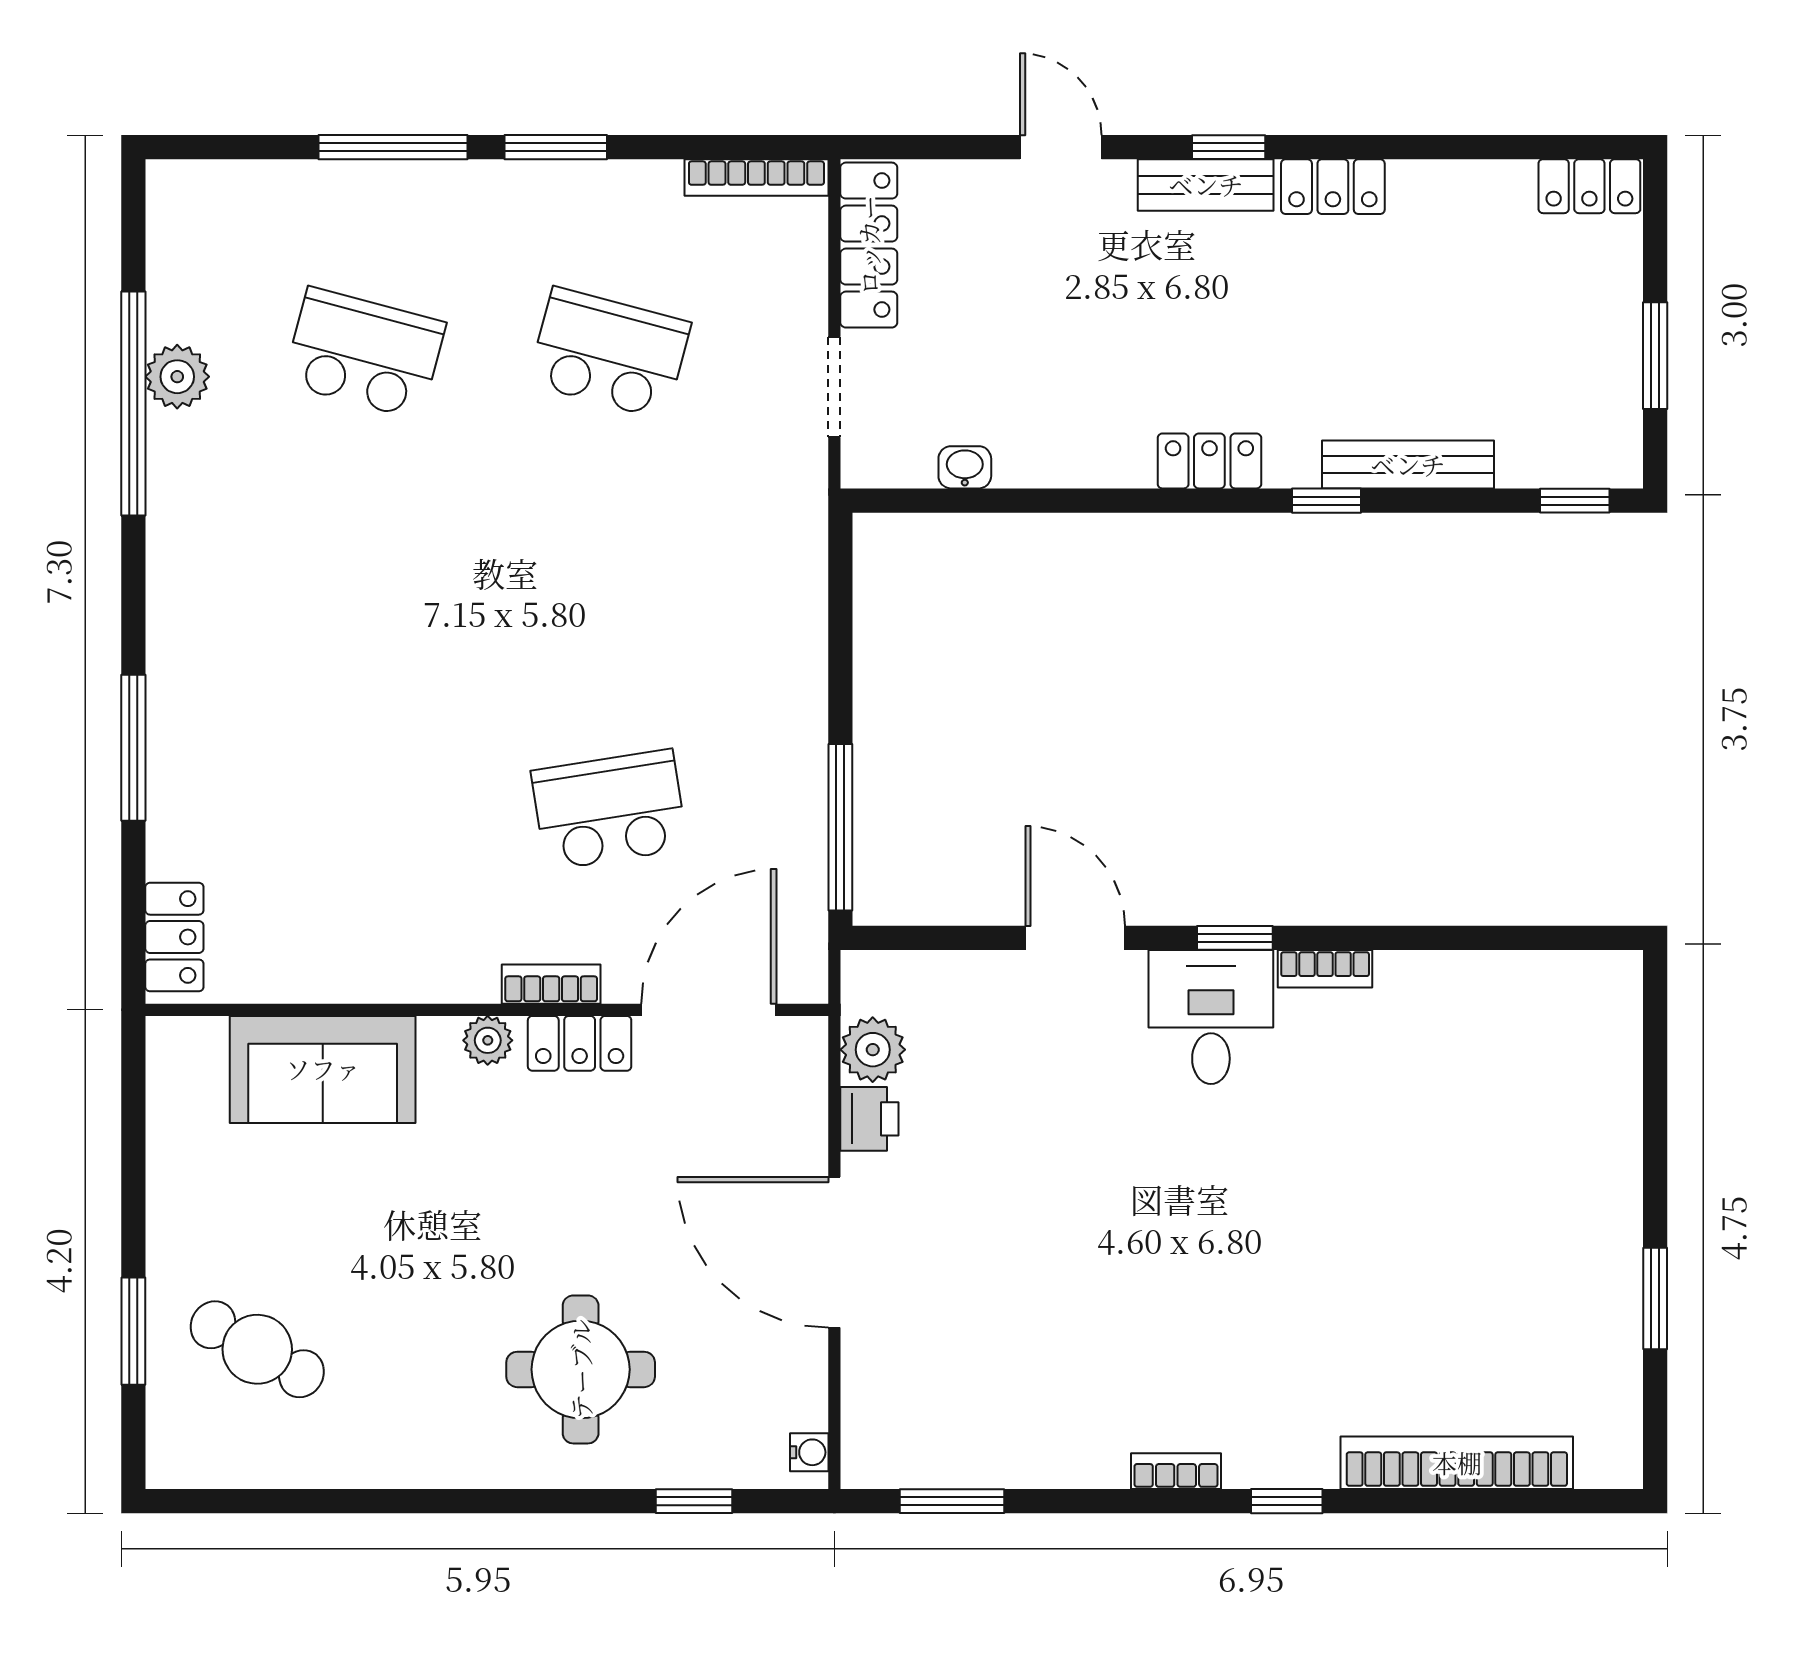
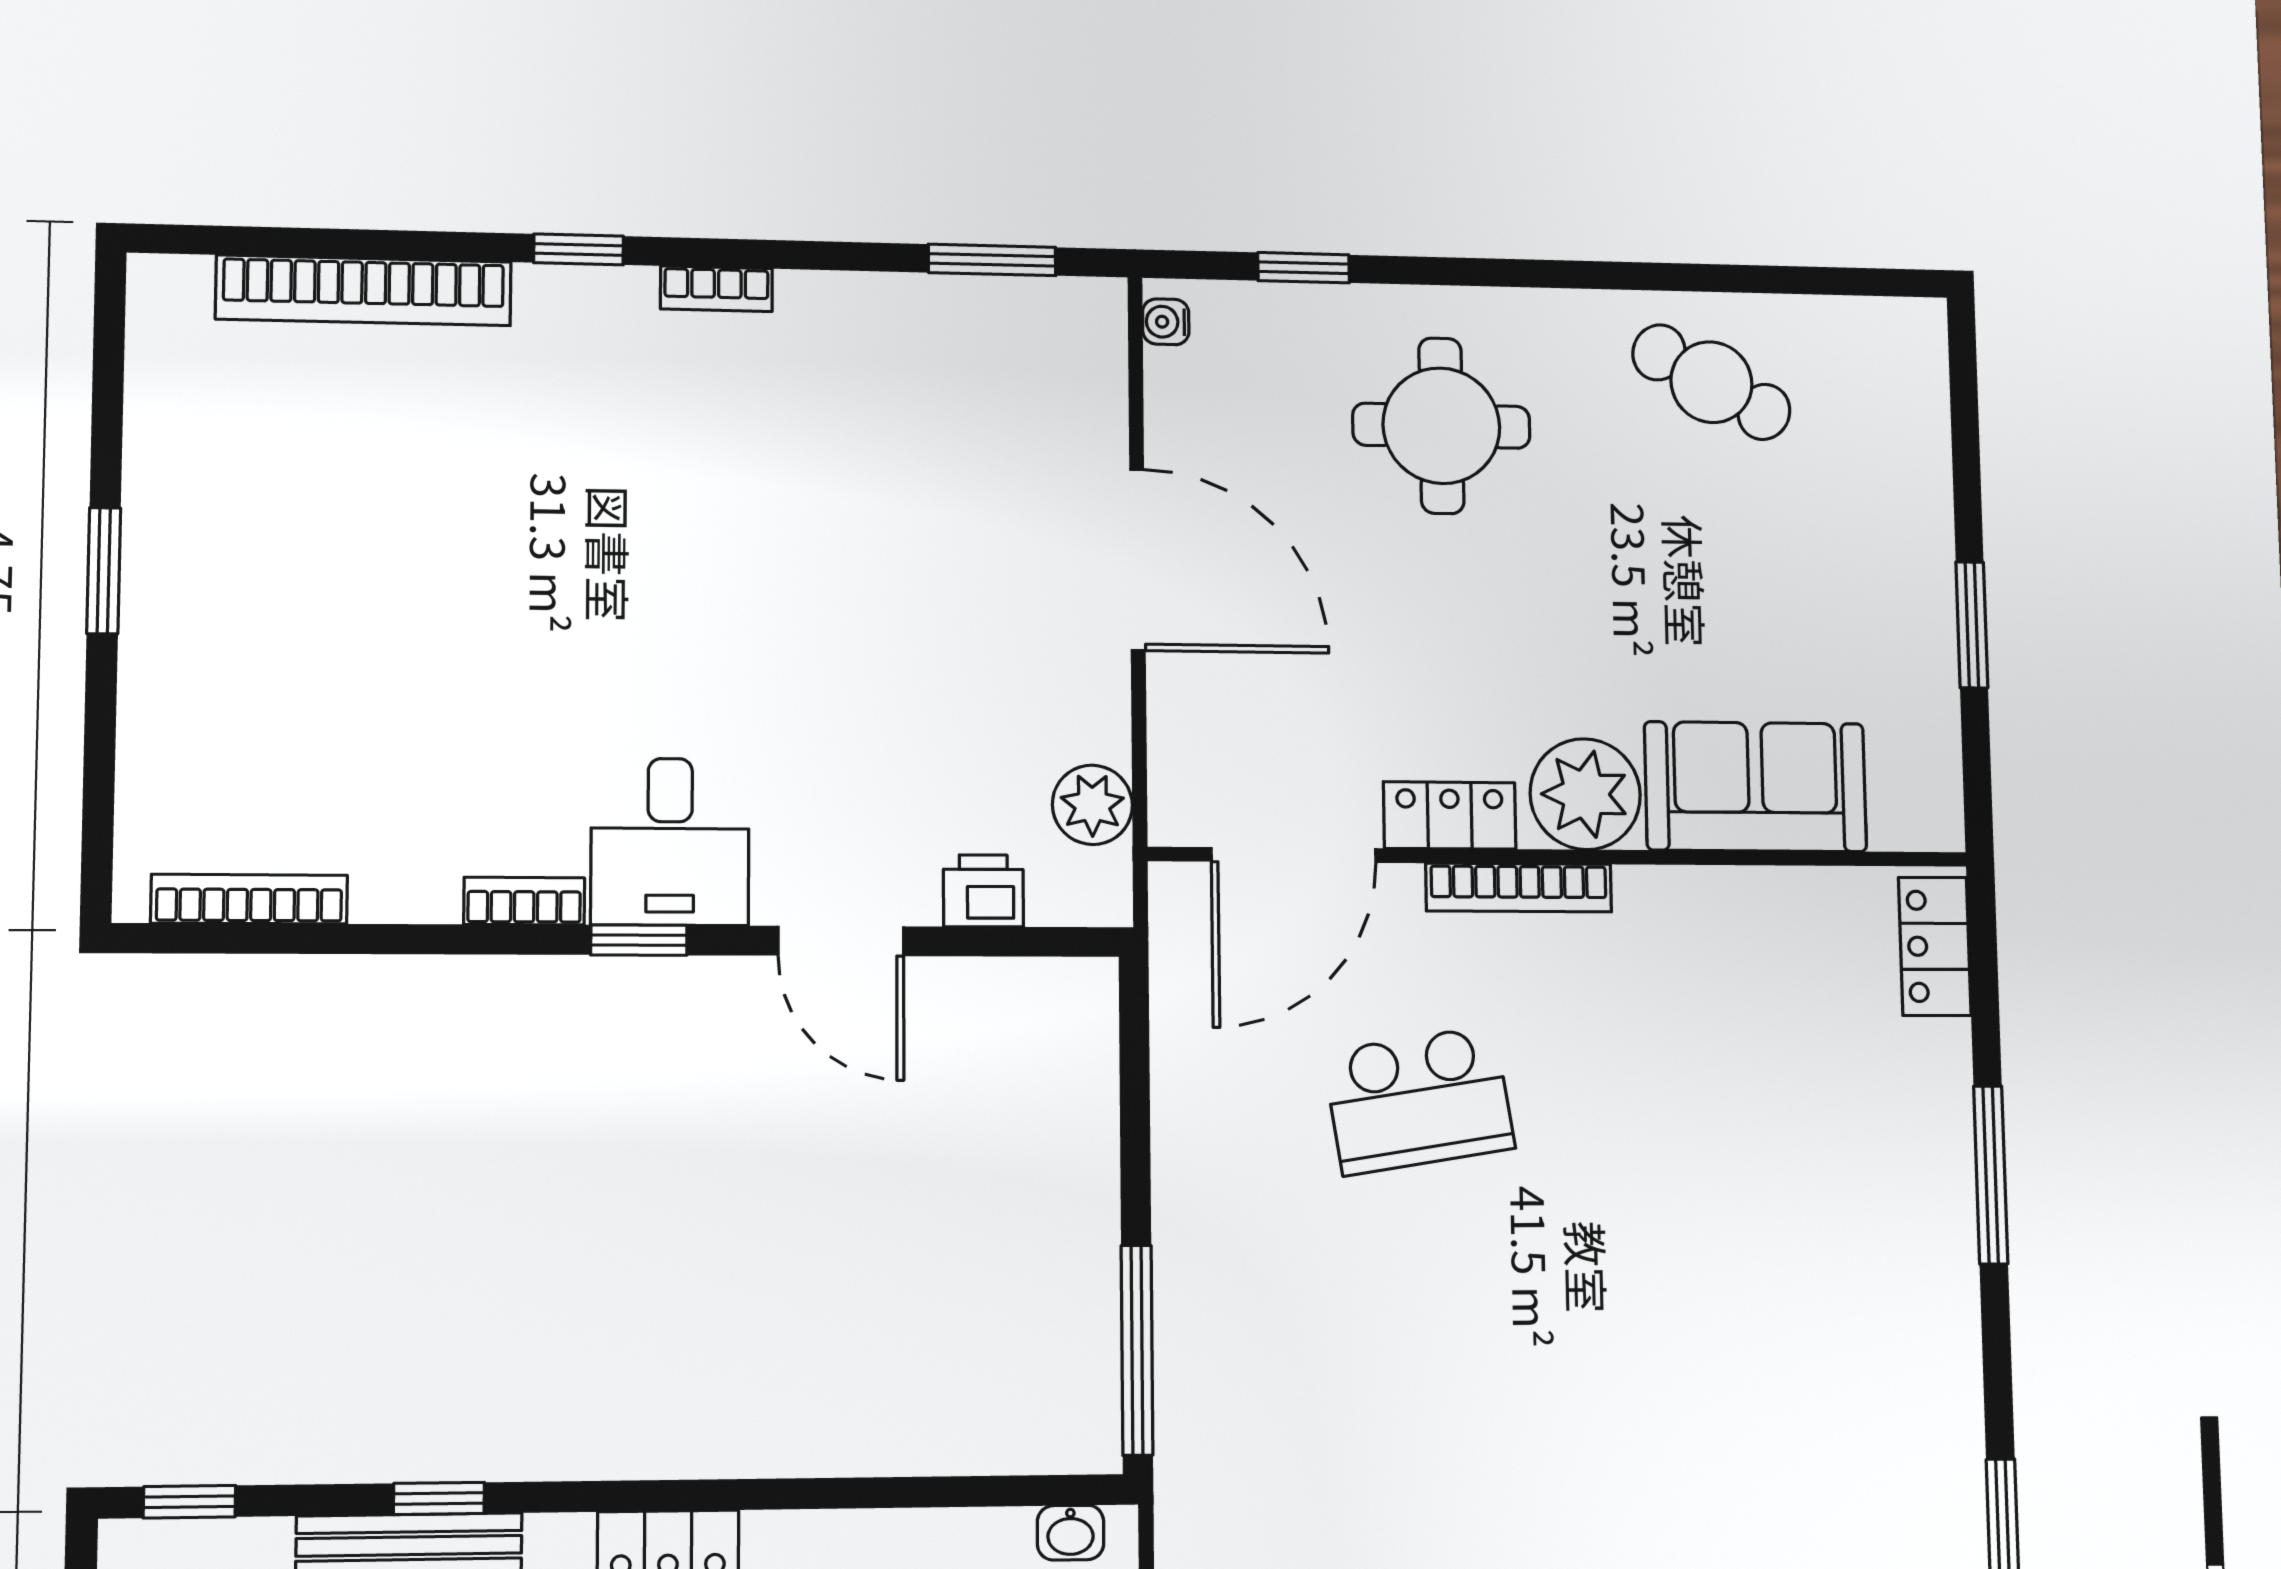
washbasin: (965, 467) -> (1071, 1533), moved
window: (1326, 501) -> (439, 1498), moved
window: (840, 827) -> (1137, 1350), moved
bookcase: (1538, 969) -> (249, 899), added
bookcase: (551, 984) -> (1519, 888), width x1.56
plant: (488, 1040) -> (1585, 794), width x1.88, depth x1.88
printer: (869, 1119) -> (983, 891), moved, turned 90
window: (1655, 1299) -> (104, 571), moved
window: (133, 1331) -> (1972, 625), moved
cafe table: (257, 1349) -> (1711, 382), moved

